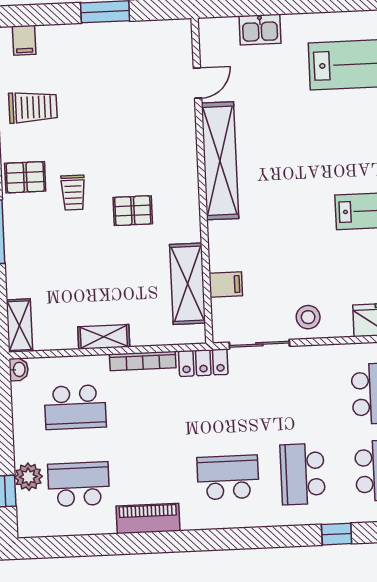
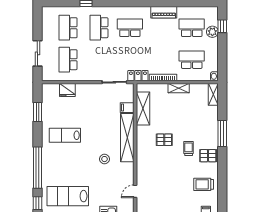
shelving: (220, 161) -> (127, 138), moved
stool: (308, 317) -> (104, 159), moved
school desk: (303, 474) -> (99, 28), turned 180
school desk: (228, 477) -> (130, 28), turned 180
school desk: (79, 484) -> (192, 28), turned 180

